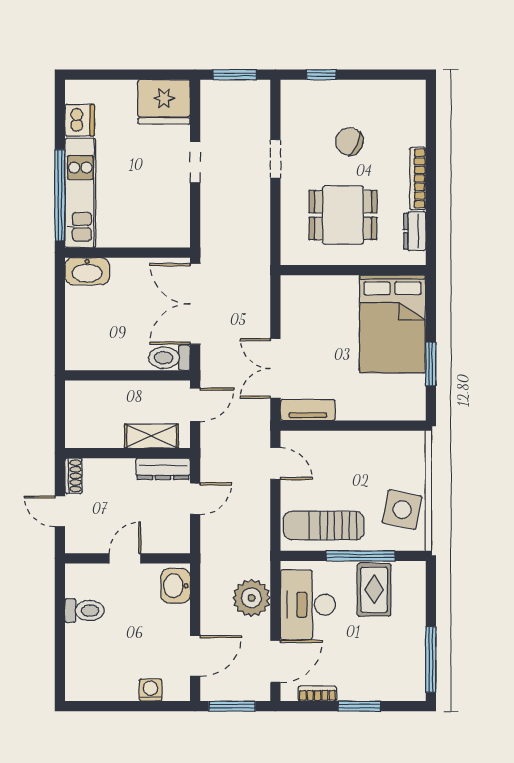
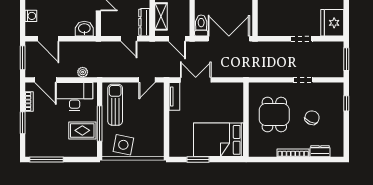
dresser: (415, 231) -> (320, 151), moved
plant: (251, 598) -> (83, 72), width x0.53, depth x0.53

